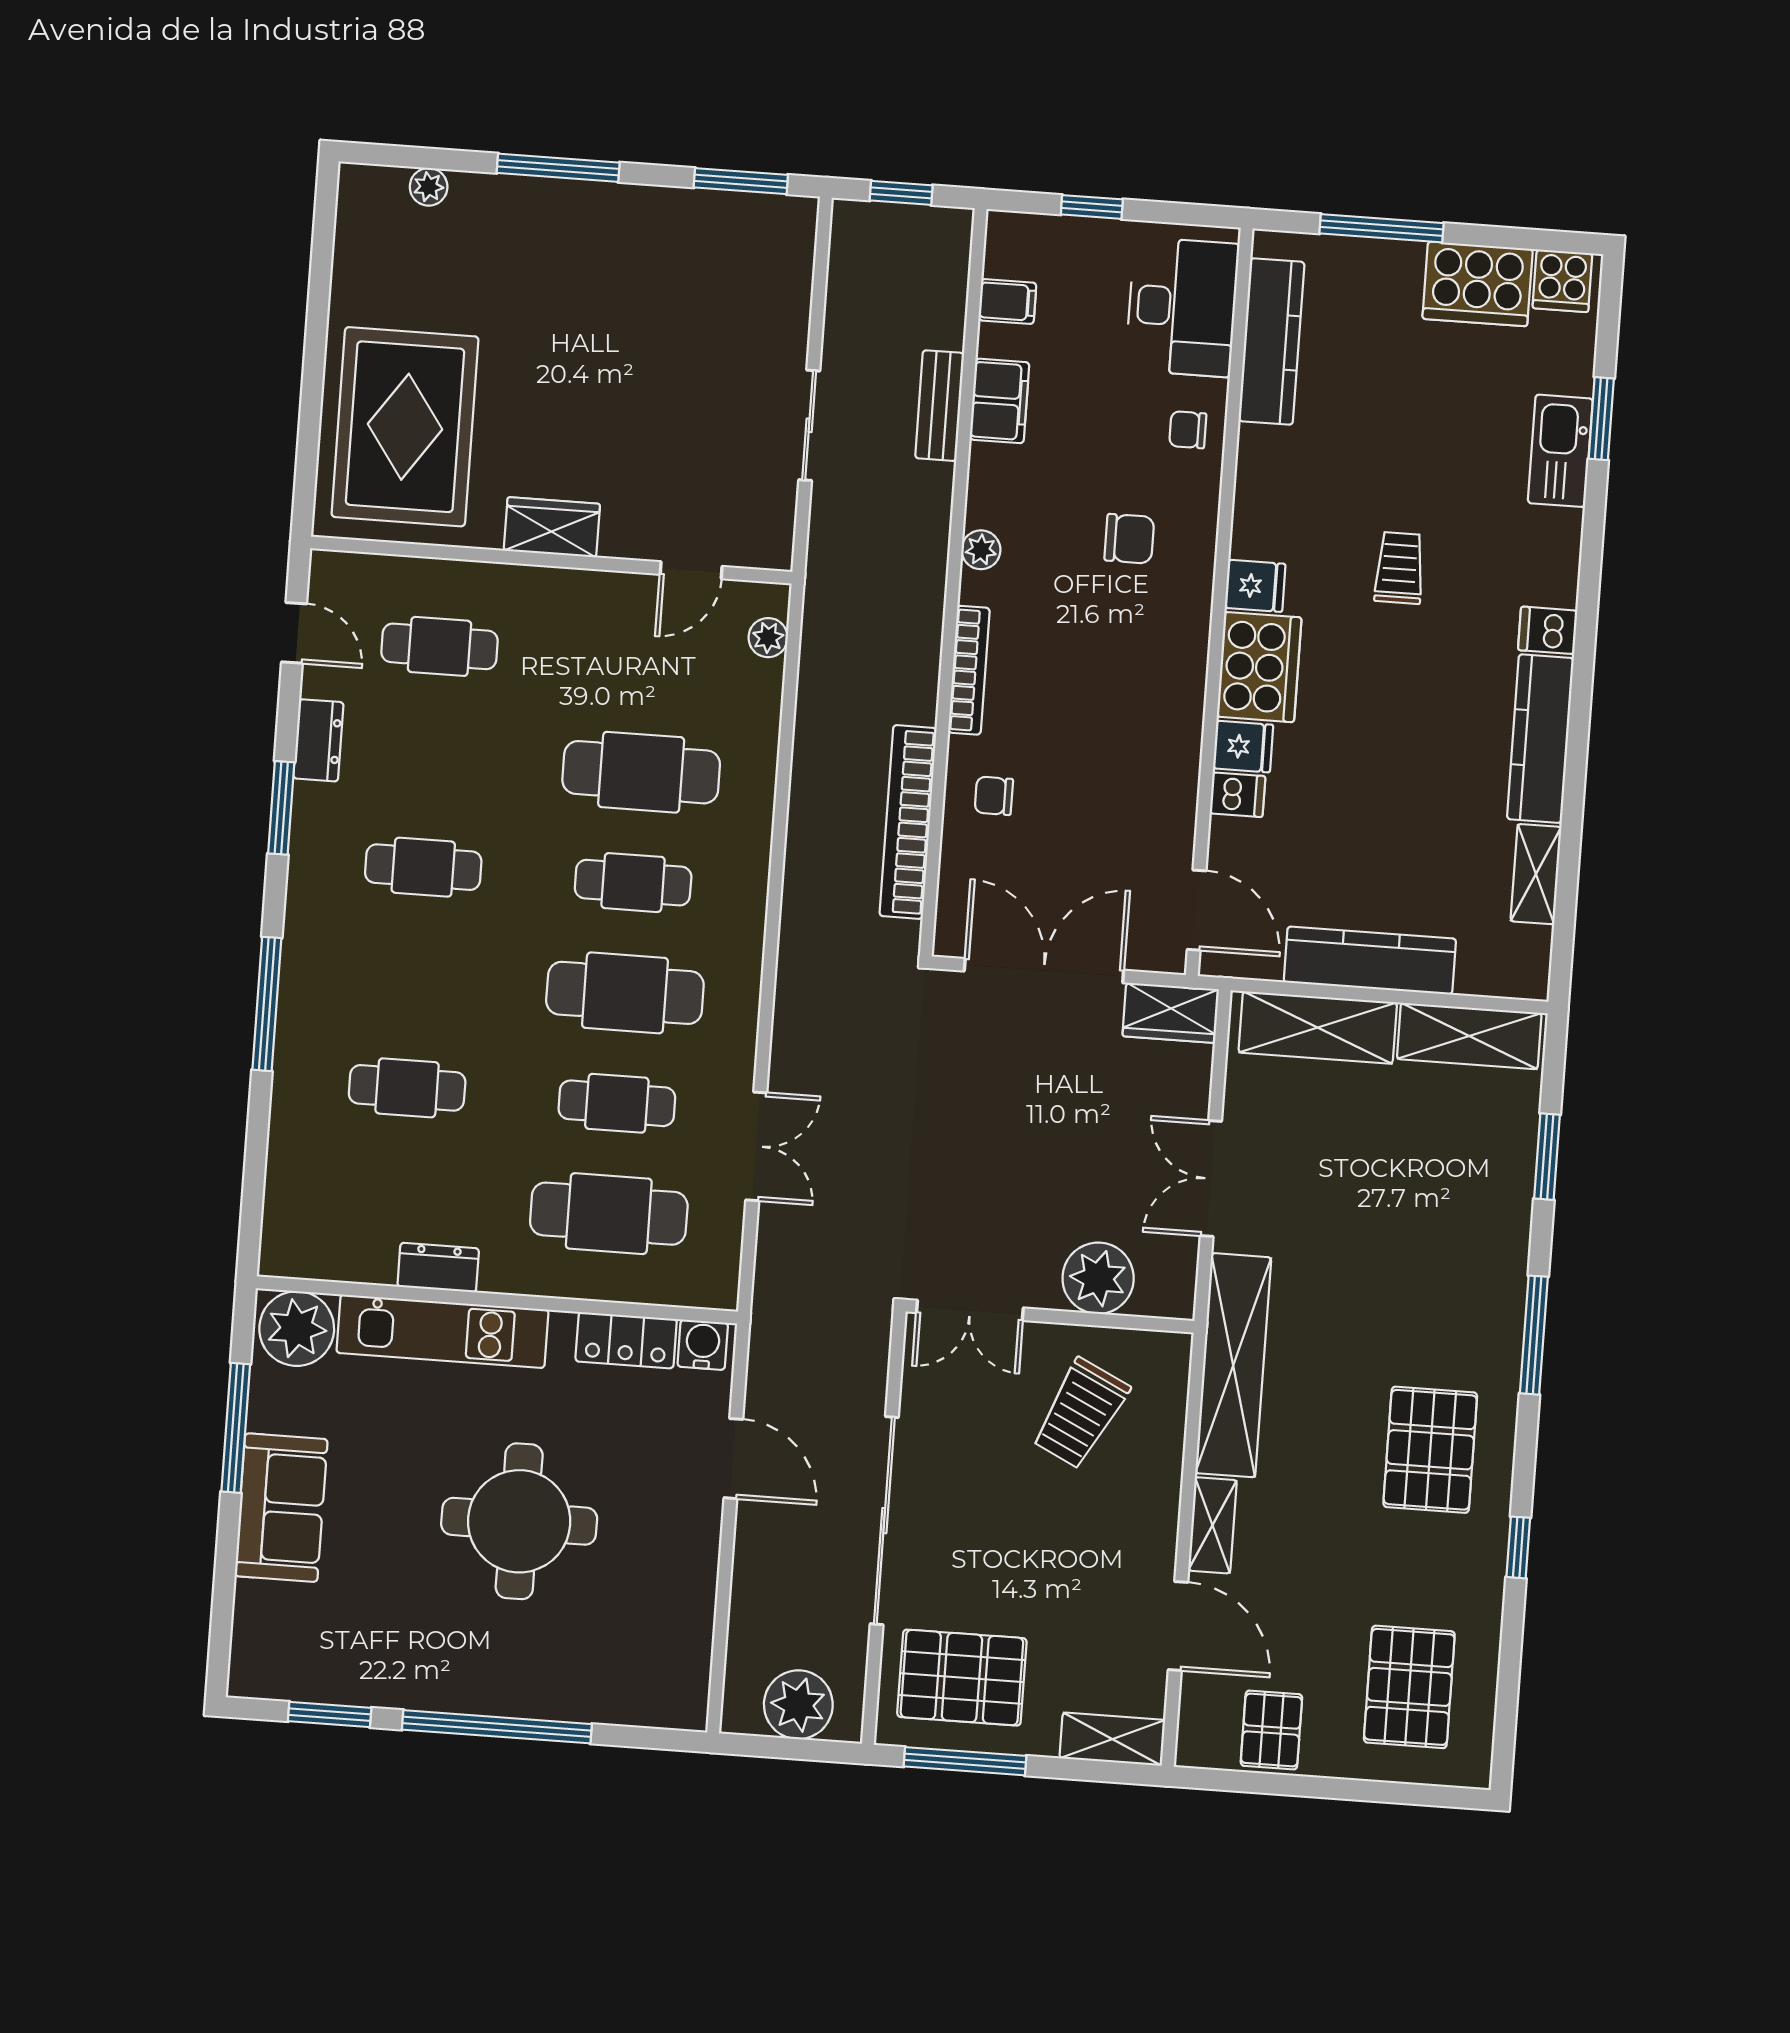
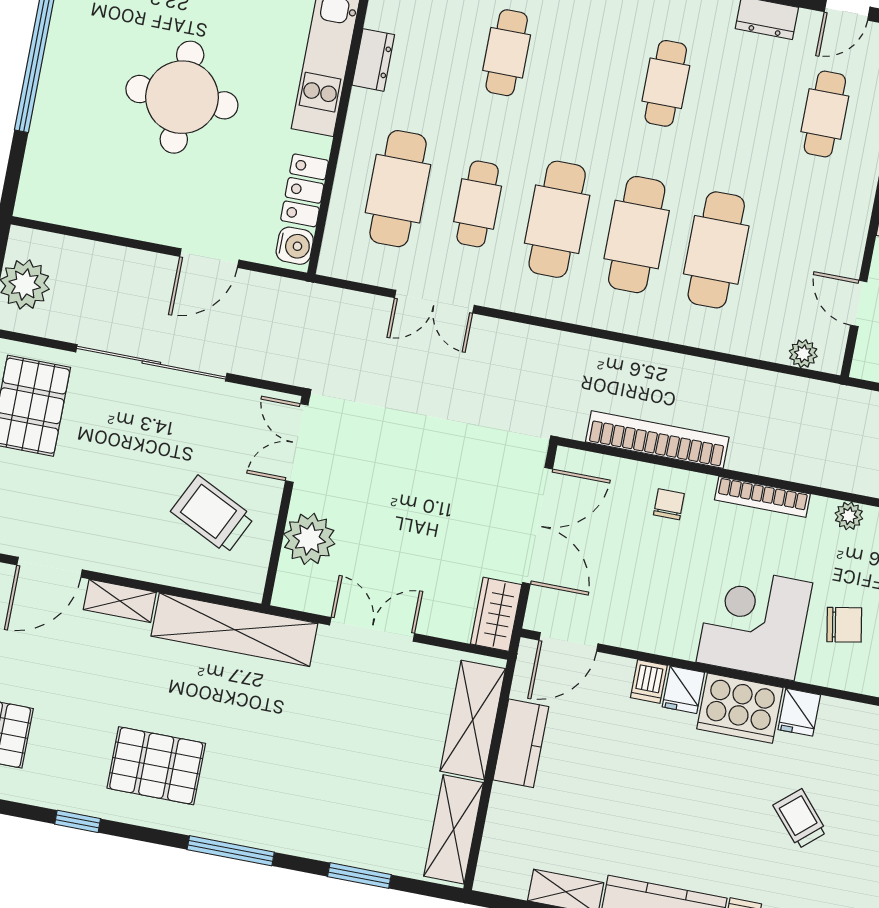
chair: (1129, 539) -> (844, 625), turned -100
trolley: (1399, 568) -> (800, 819), turned -131
corner desk: (1141, 661) -> (754, 622), added
cafe table: (633, 883) -> (637, 235), width x1.37, depth x1.35
kitchen counter: (1370, 960) -> (521, 743), width x0.67

